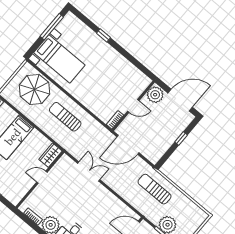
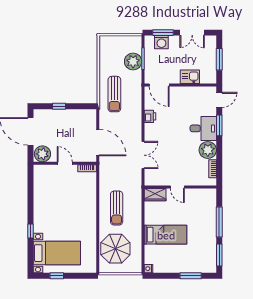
window: (52, 27) -> (57, 276), width x0.46
bed with nightstands: (59, 59) -> (57, 253), moved, turned 90
double door: (89, 172) -> (143, 155), swing flipped
printer: (114, 202) -> (150, 116), added

